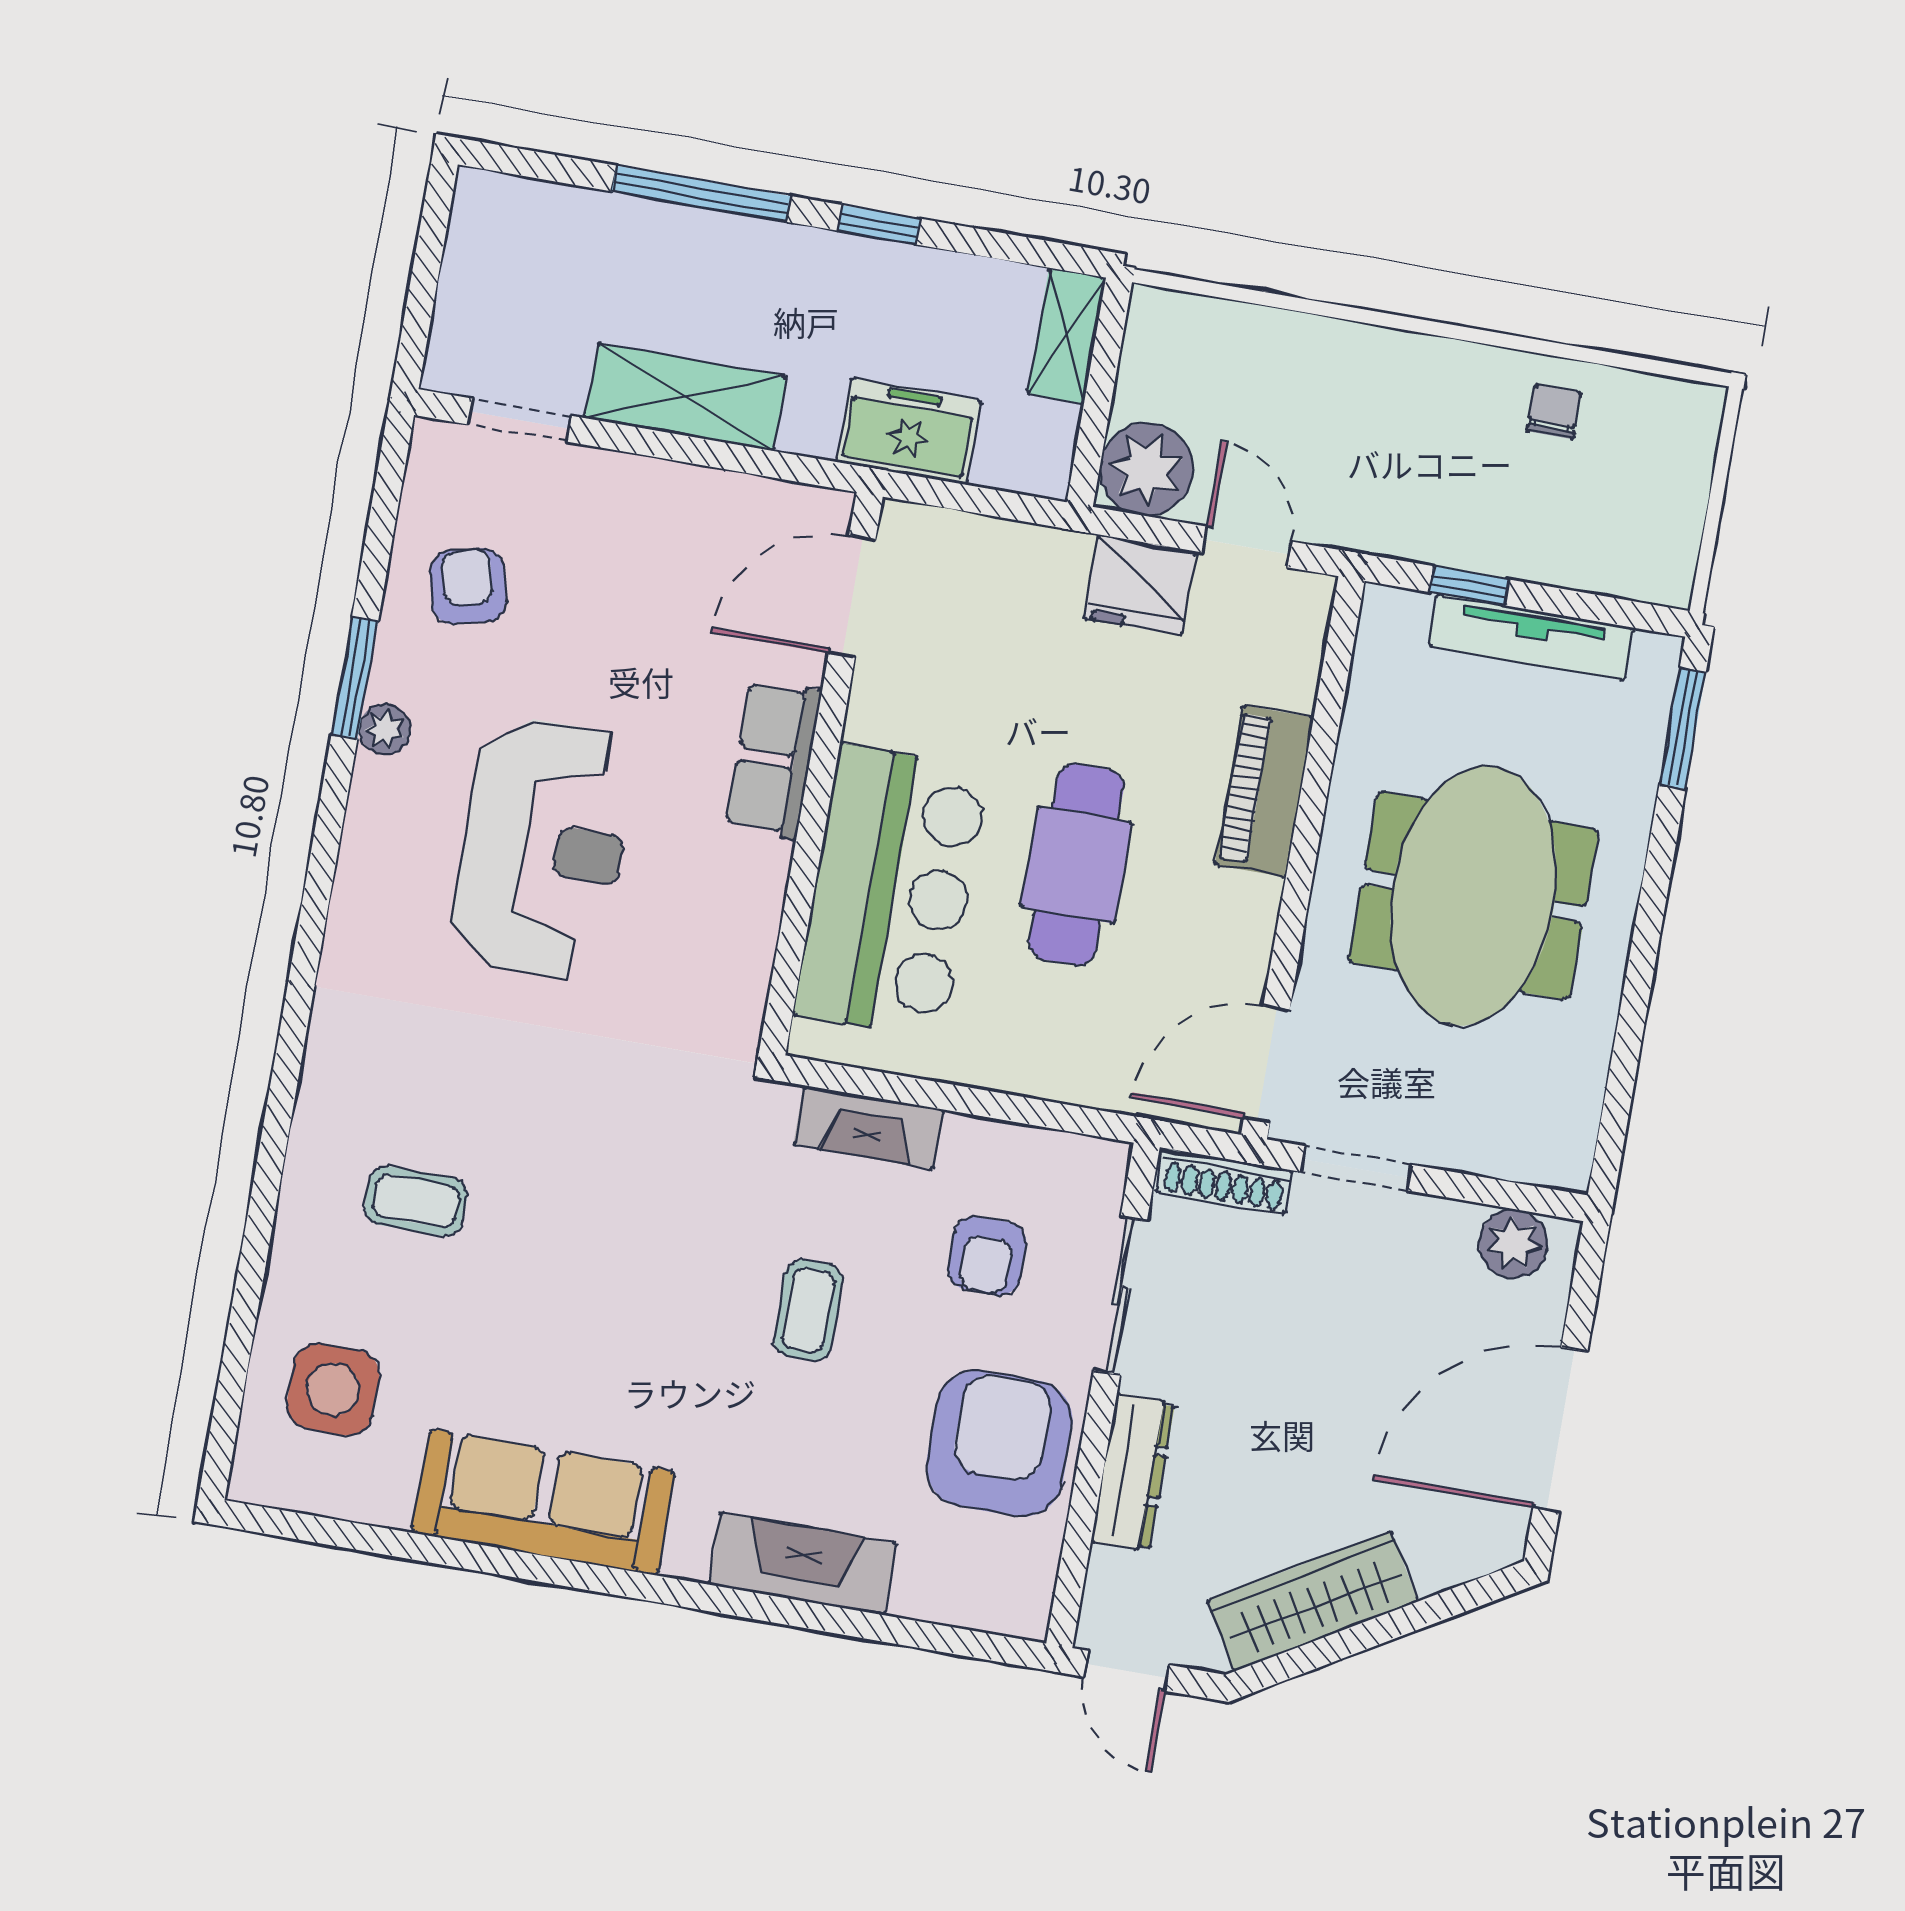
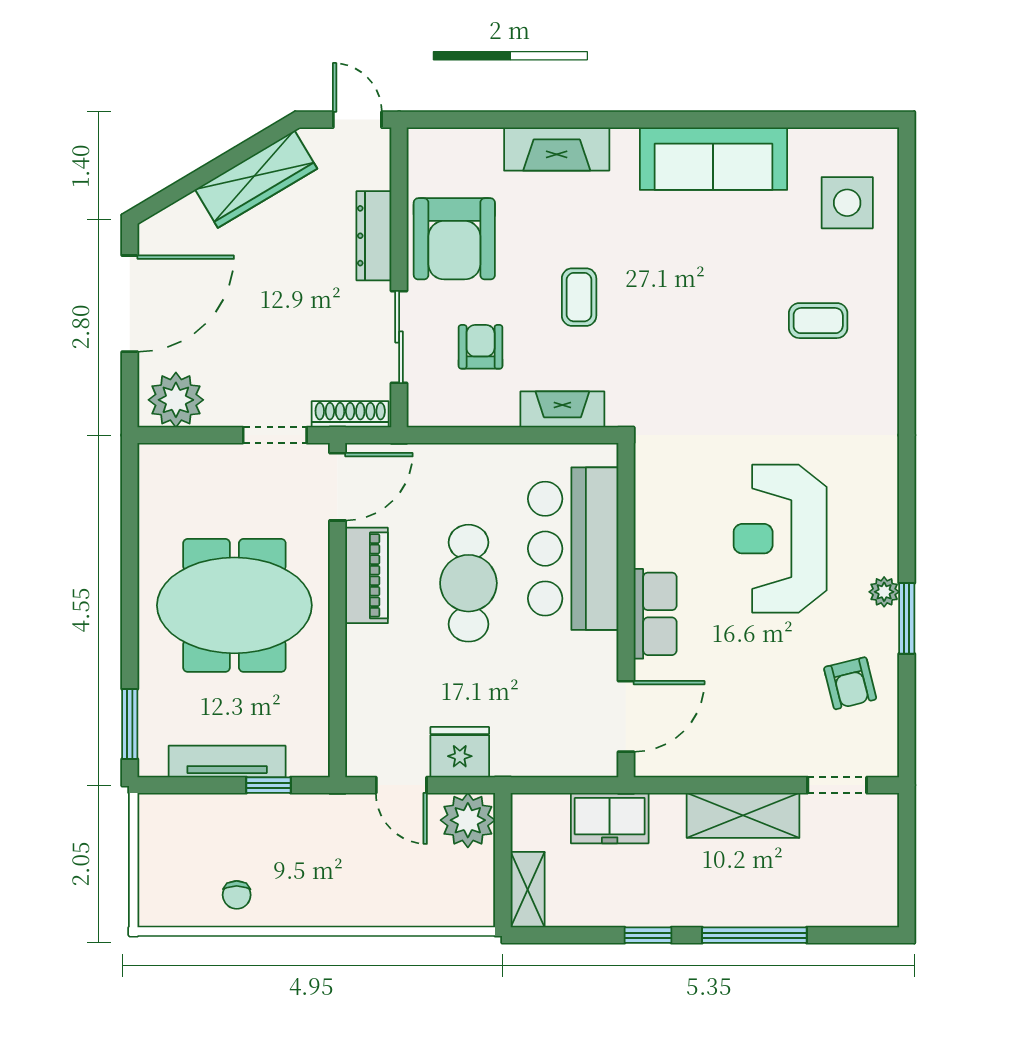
piano: (1264, 791) -> (367, 575), moved
meeting table: (1473, 896) -> (234, 605), turned 90
plant: (1513, 1244) -> (176, 400), width x1.36, depth x1.36

